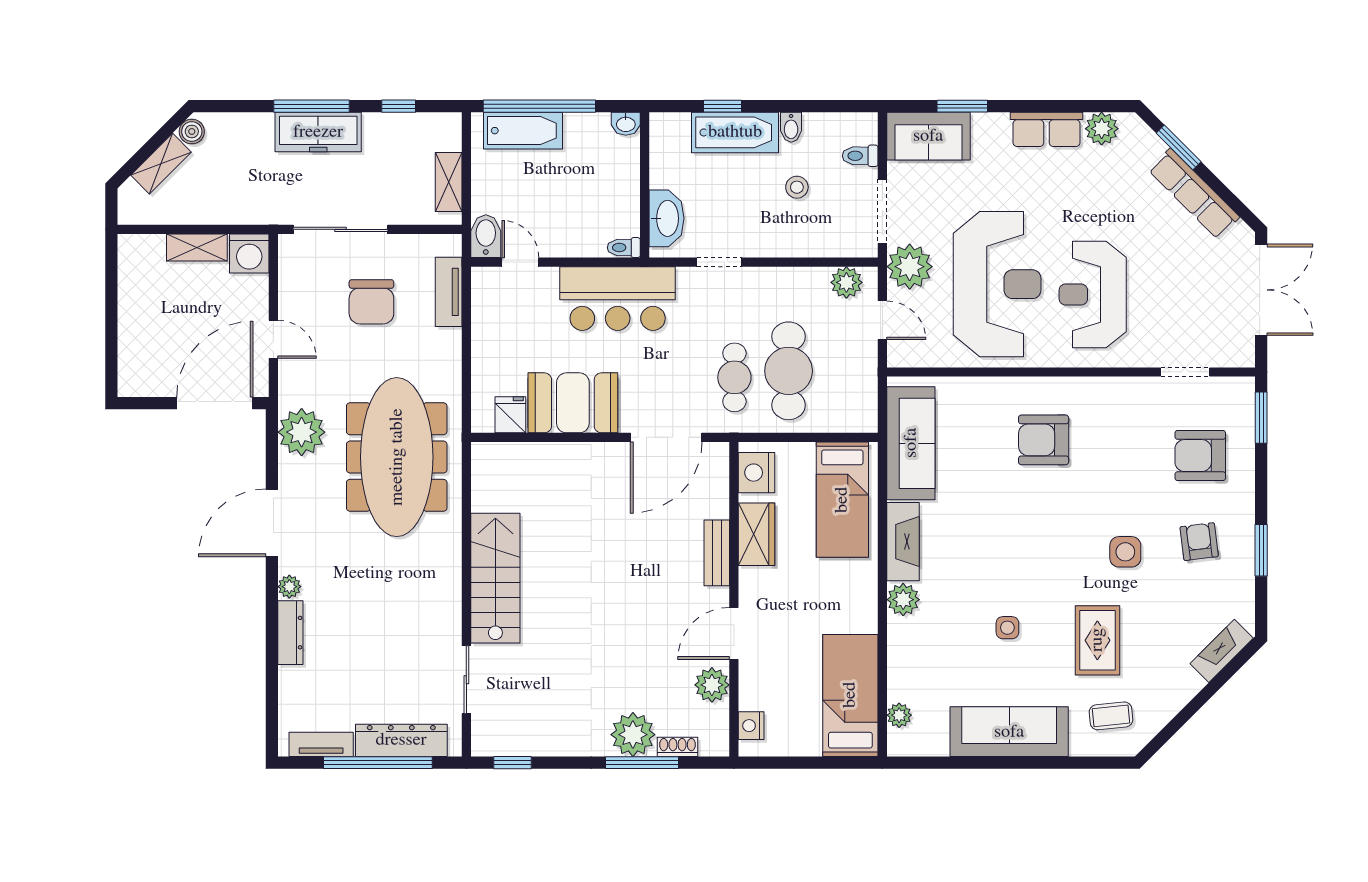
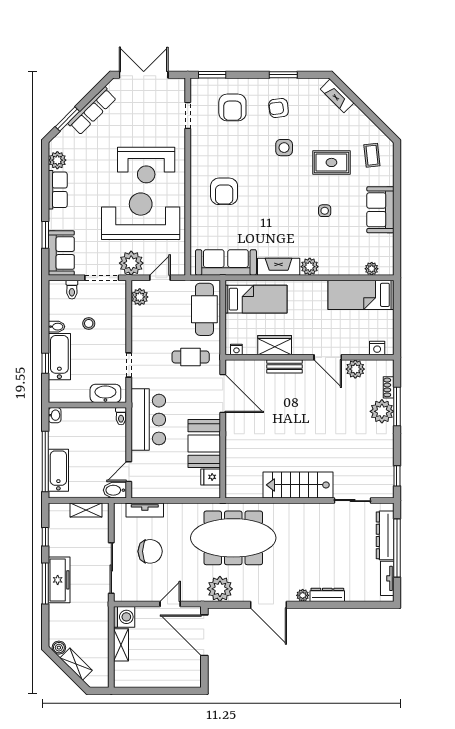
cafe table: (789, 371) -> (204, 309), moved, turned 90
nightstand: (756, 473) -> (236, 349), width x0.53, depth x0.56
sofa: (1009, 732) -> (380, 210), width x0.73

